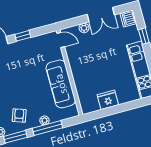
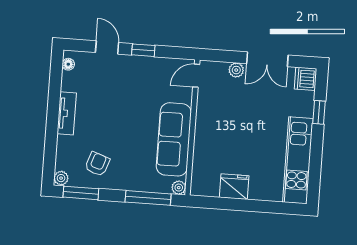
door: (61, 40) -> (196, 76), swing flipped
plant: (44, 120) -> (179, 188), moved
window: (47, 128) -> (148, 198), moved

